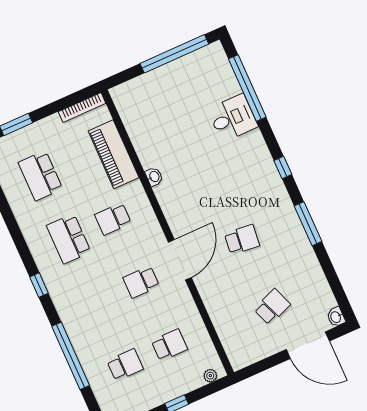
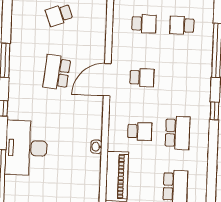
desk: (233, 118) -> (26, 148), width x1.87, depth x1.30
school desk: (242, 240) -> (57, 72), width x1.85
school desk: (169, 345) -> (144, 24), turned 180

